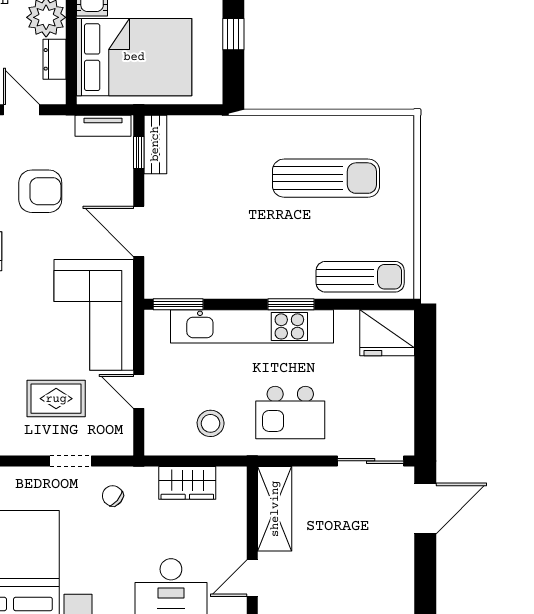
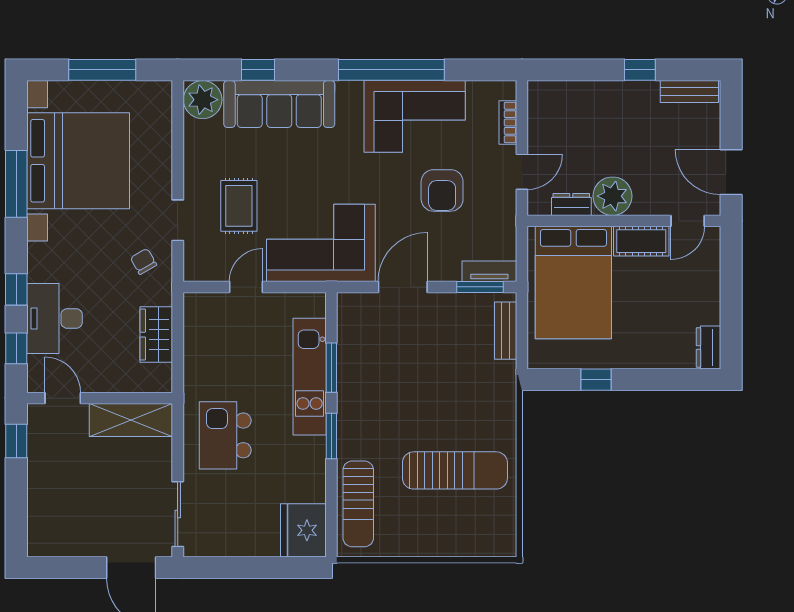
tv unit: (103, 126) -> (489, 271), moved, turned 90
bench: (155, 144) -> (506, 331), moved, turned 90
window: (139, 152) -> (480, 287), width x1.50
sun lounger: (326, 178) -> (455, 470), turned -90
window: (178, 304) -> (331, 368), moved
kitchen unit: (252, 326) -> (310, 377), width x0.73
stool: (211, 423) -> (215, 357), removed
chair: (113, 496) -> (144, 261), turned -70

